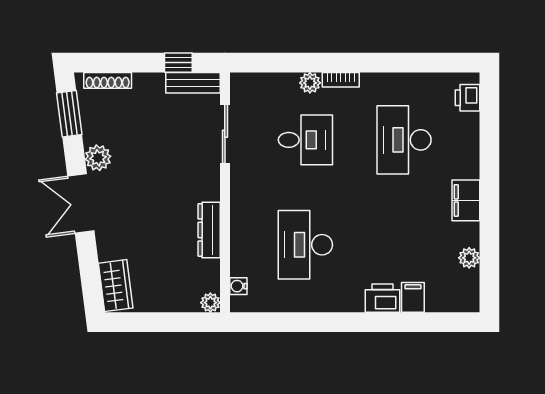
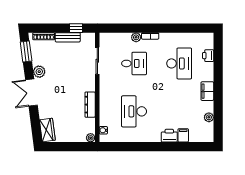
bench: (193, 83) -> (68, 37), moved
printer: (467, 98) -> (208, 56), moved
desk: (404, 140) -> (179, 63), turned 180

